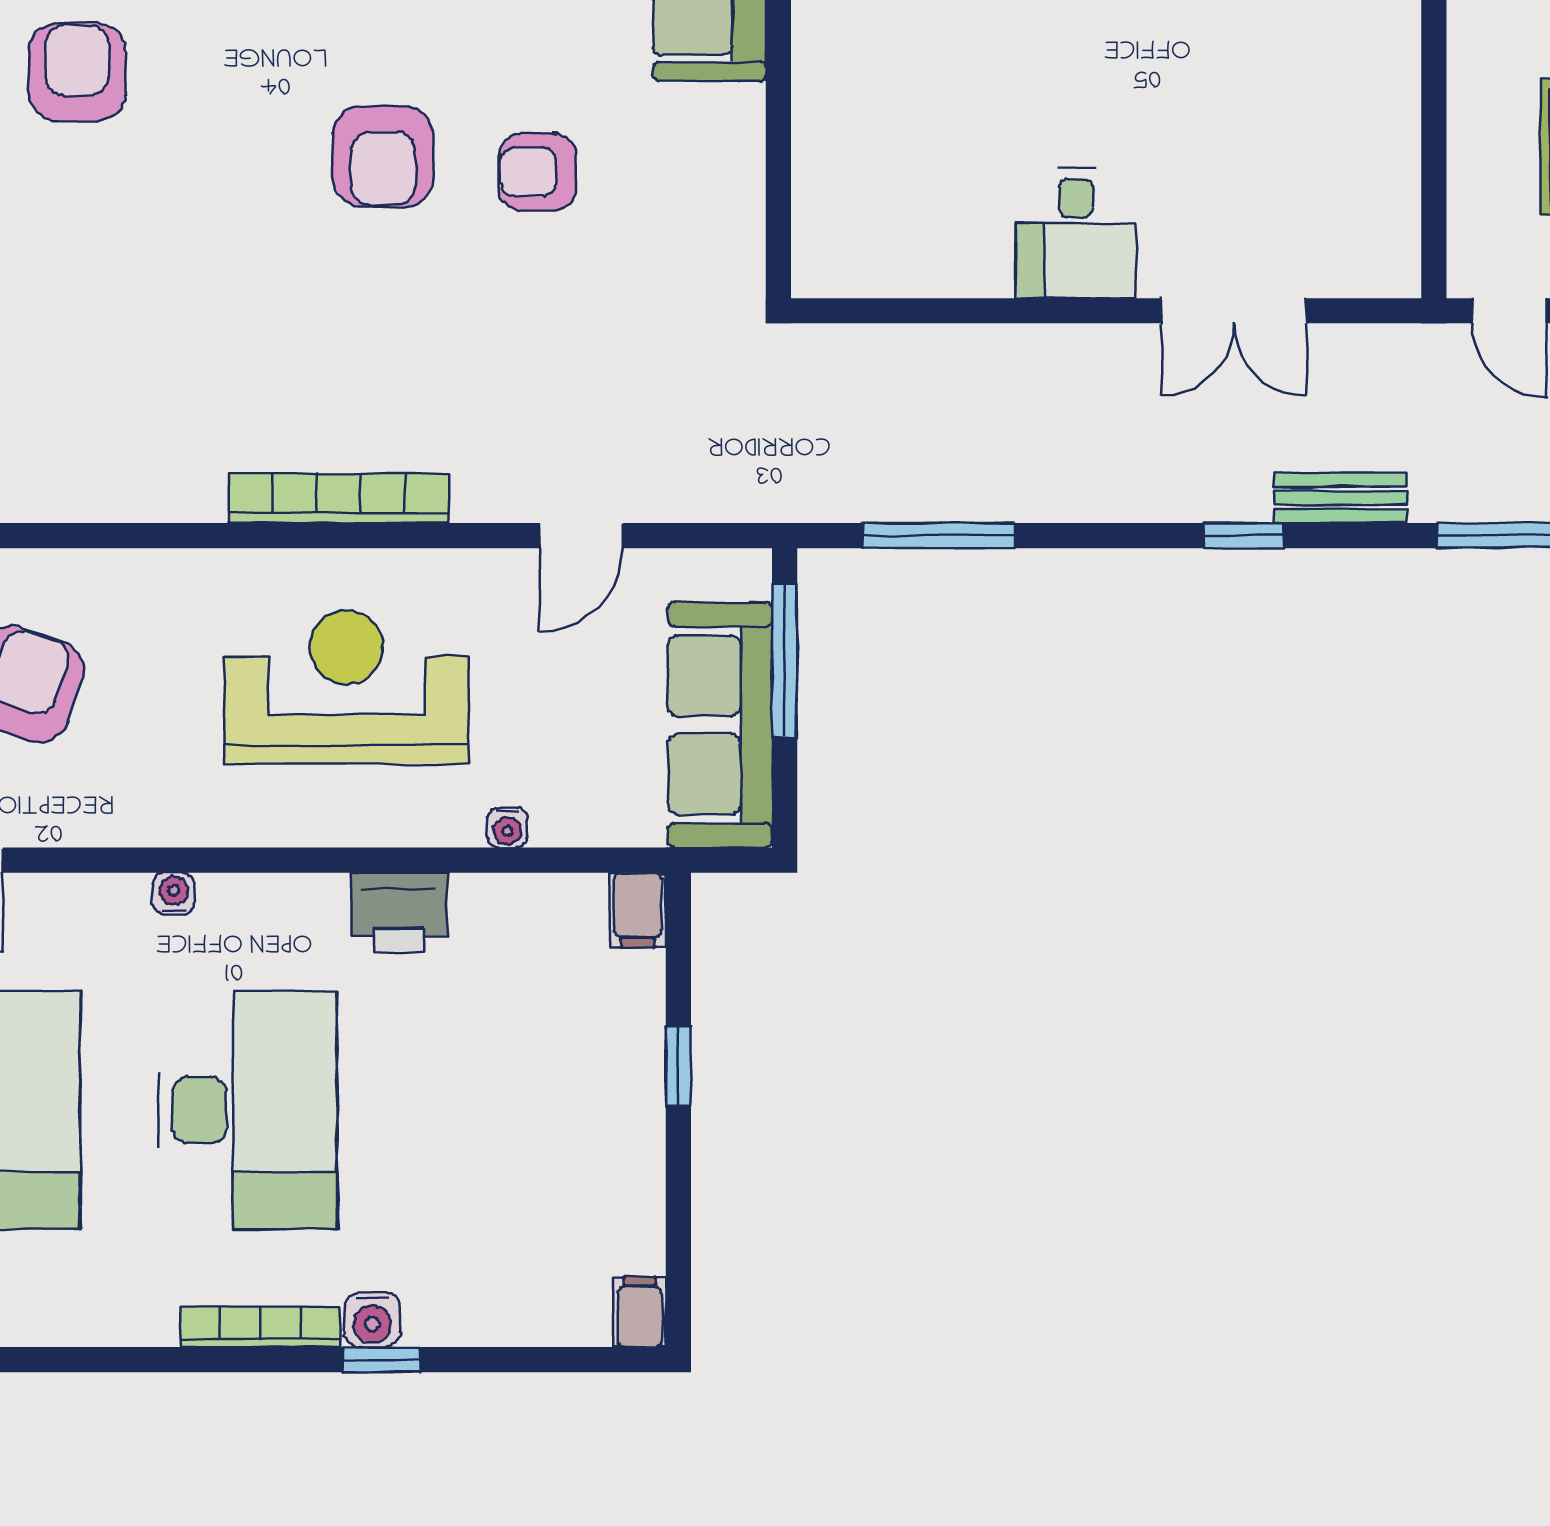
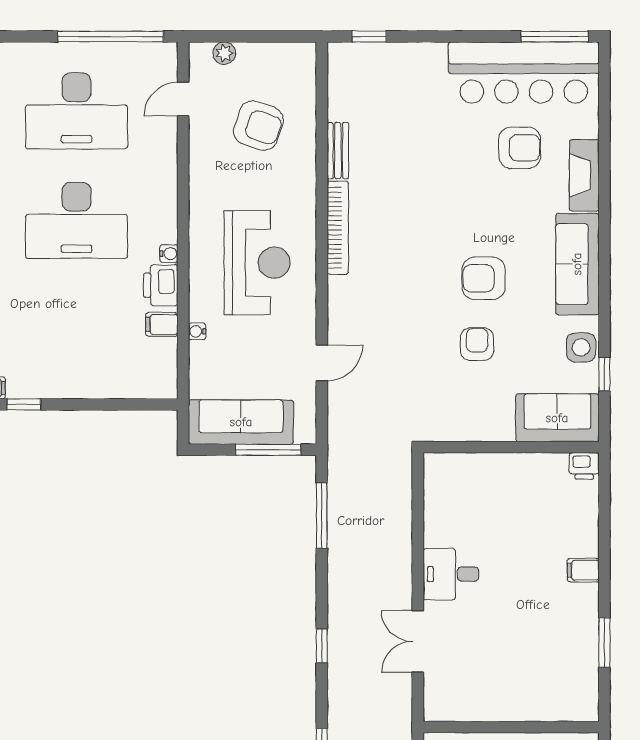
bookcase: (339, 498) -> (338, 228), moved
bench: (1340, 498) -> (338, 151), moved
door: (581, 536) -> (322, 363), swing flipped
water cooler: (174, 894) -> (169, 254), moved
filing cabinet: (638, 910) -> (162, 324), moved
window: (678, 1066) -> (24, 404), moved

